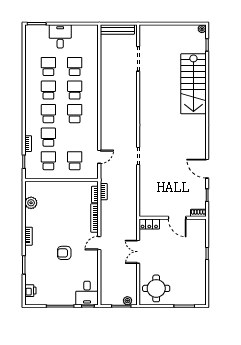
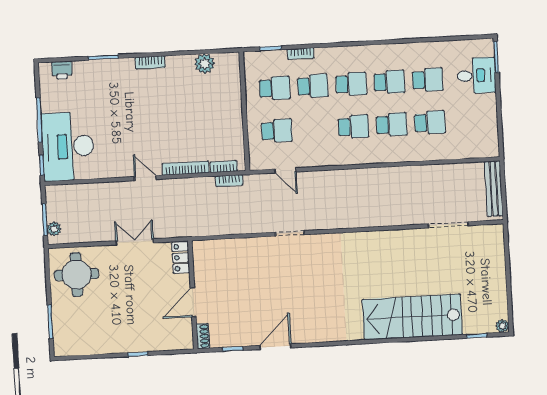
desk: (60, 36) -> (476, 76), moved
armchair: (64, 253) -> (126, 122), removed
desk: (87, 293) -> (68, 146), width x1.87, depth x1.30

